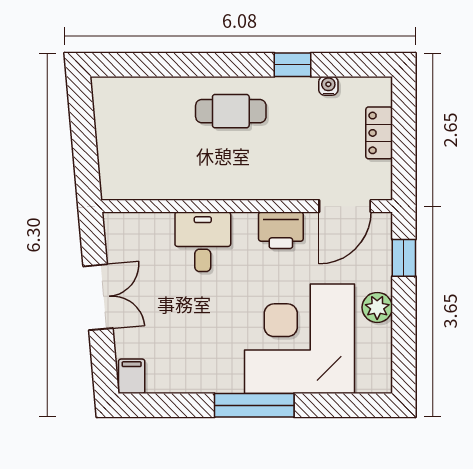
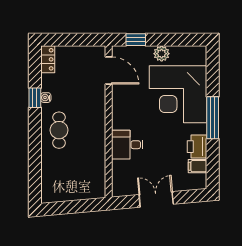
water cooler: (328, 86) -> (46, 98), moved
locker: (379, 133) -> (48, 59), moved, turned -90
printer: (281, 230) -> (197, 147), moved, turned 180
filing cabinet: (132, 376) -> (198, 166), moved

